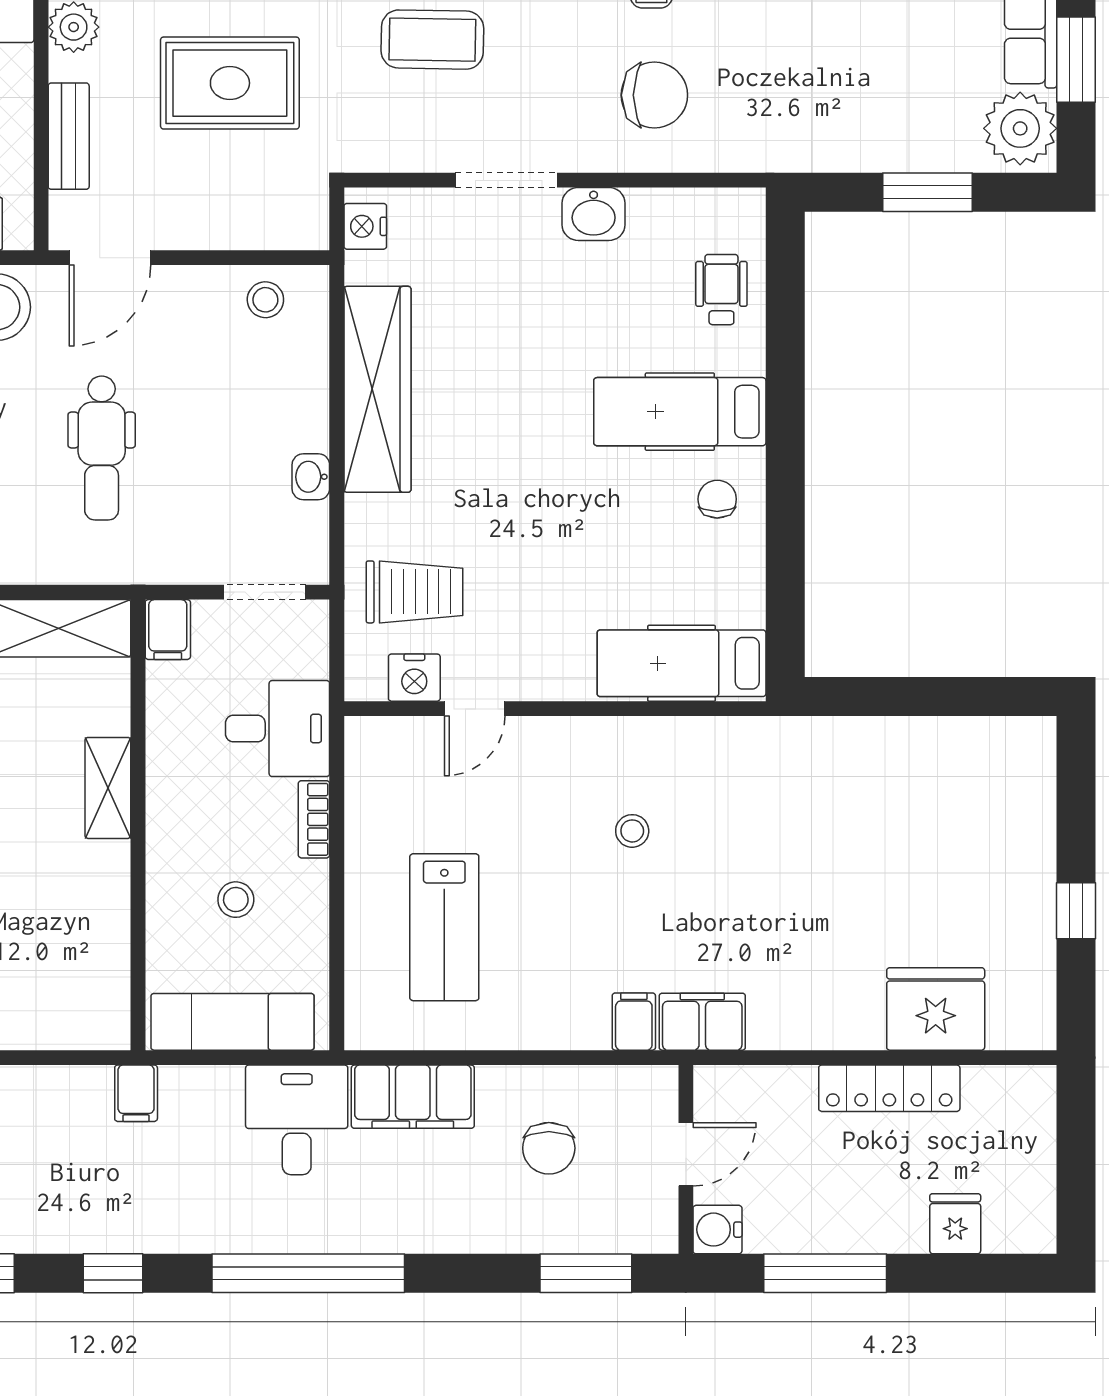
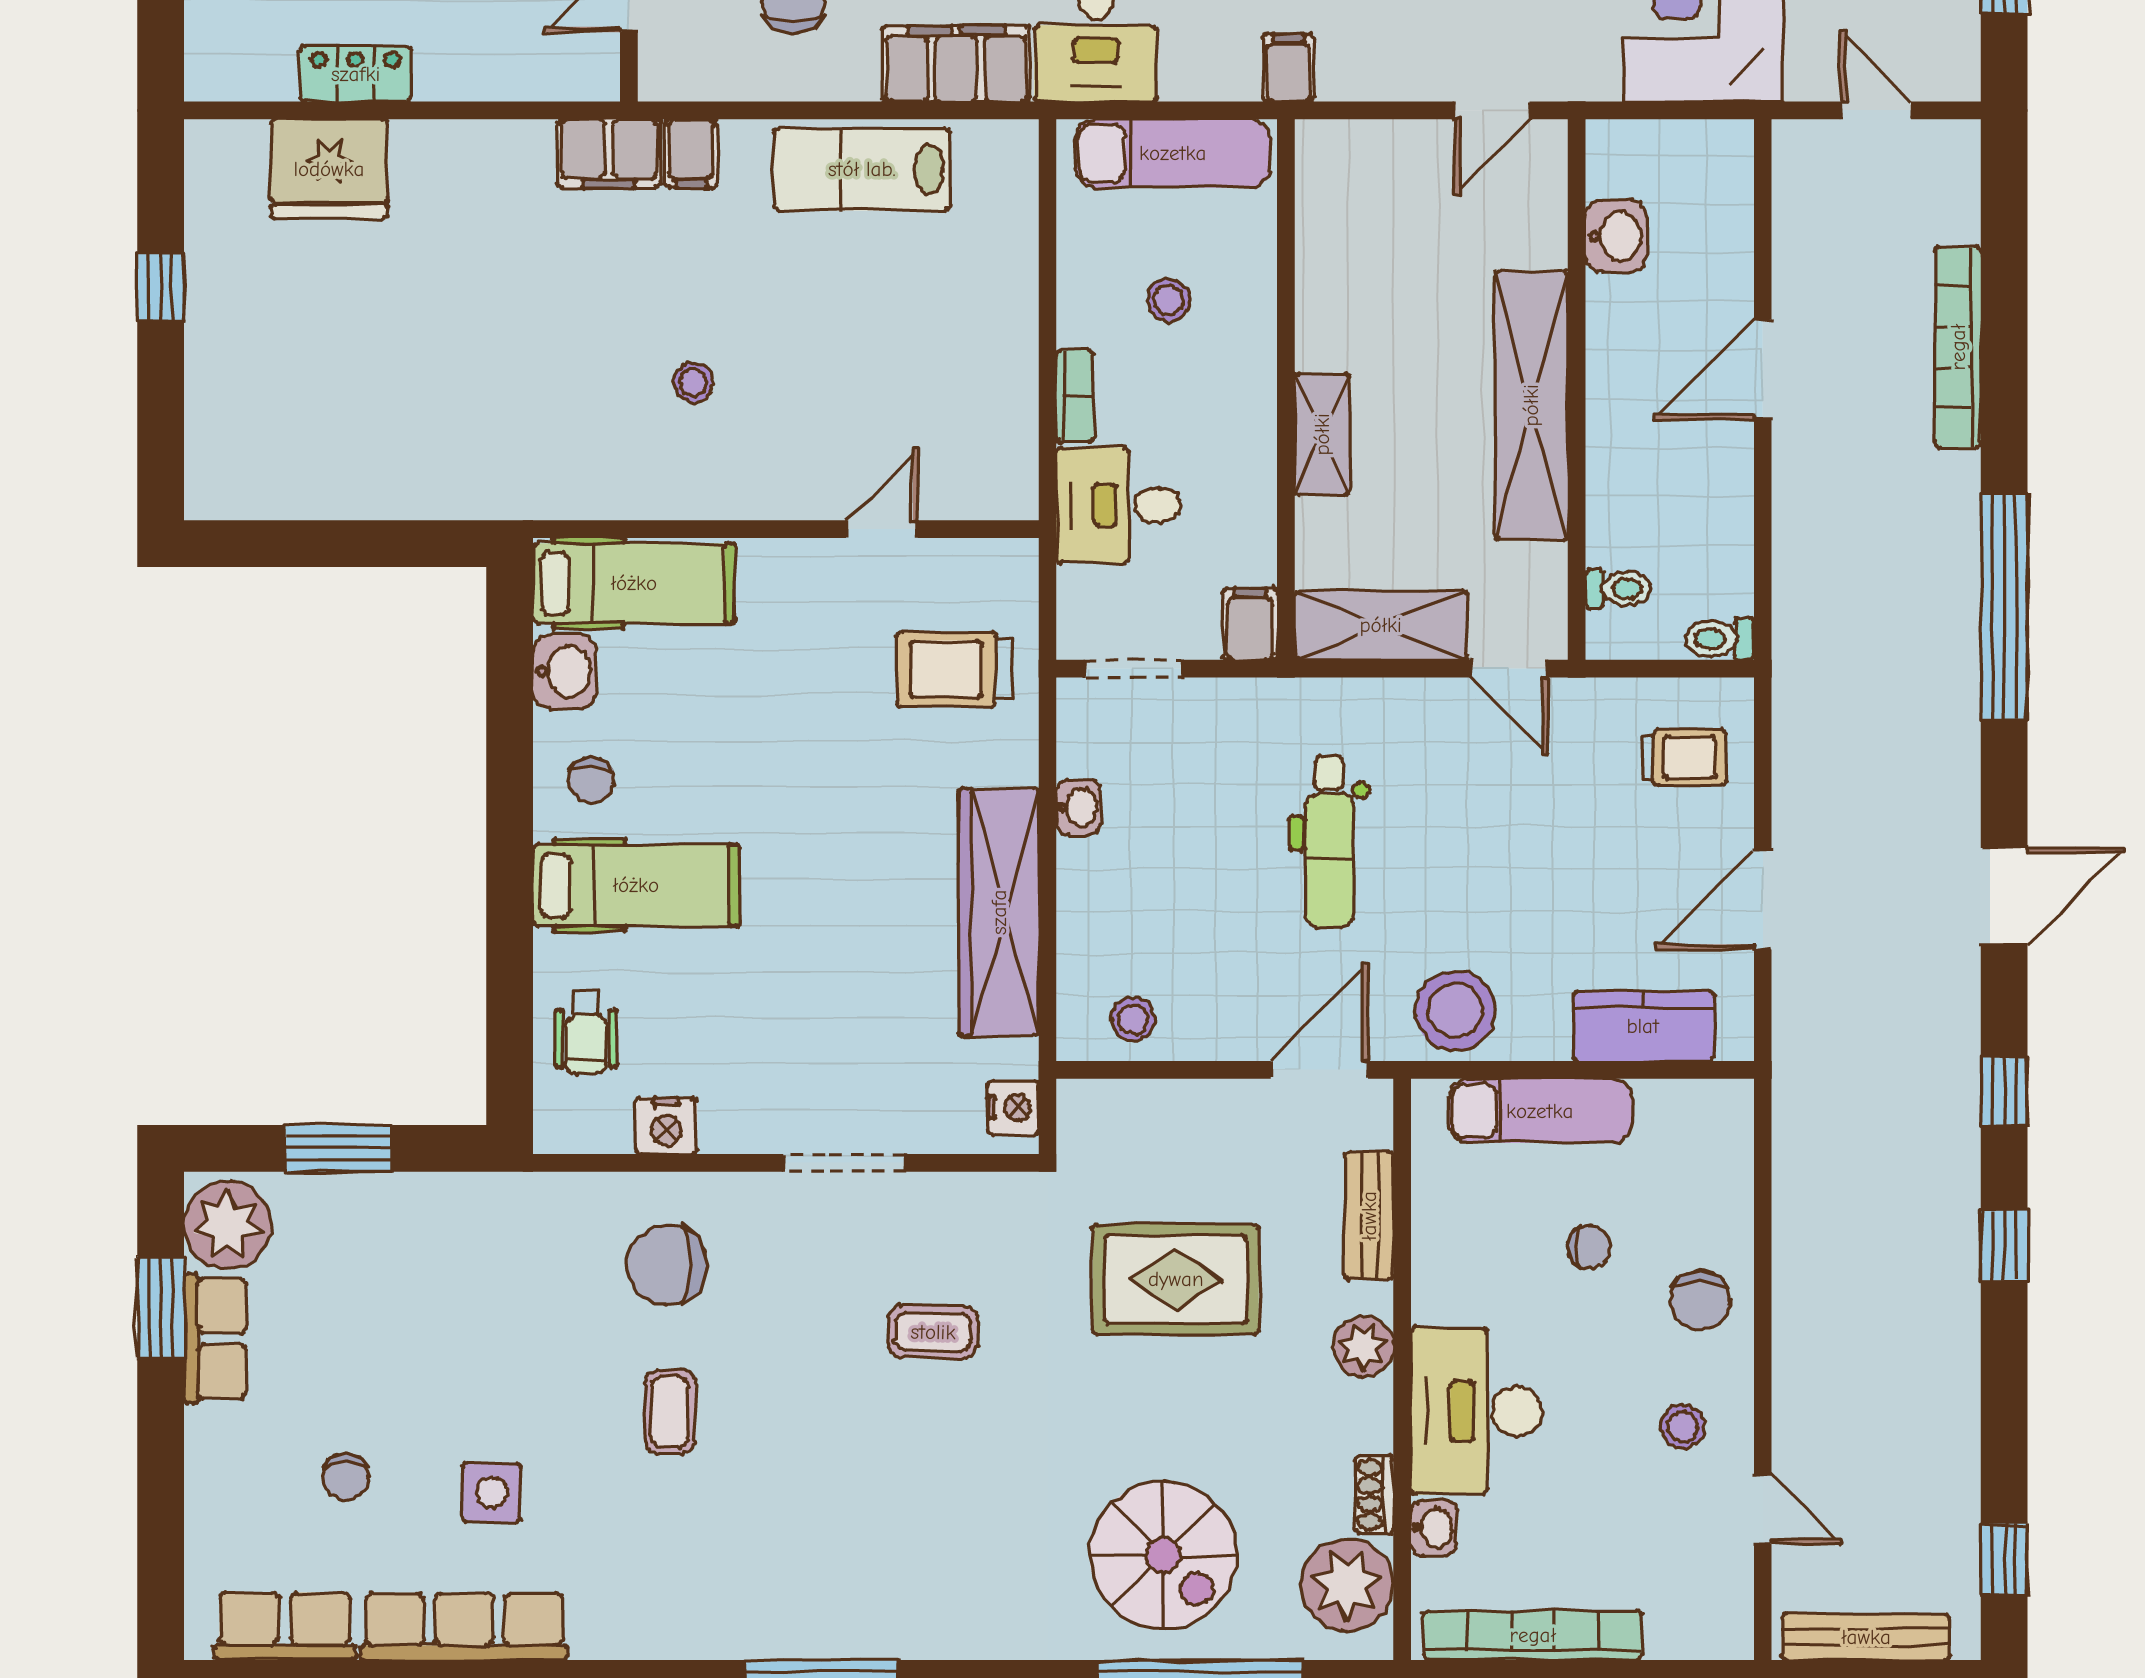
coffee table: (432, 40) -> (933, 1332), width x0.73, depth x0.77
washbasin: (594, 214) -> (565, 671), moved, turned 90
dental chair: (102, 448) -> (1330, 842), turned 180
nightstand: (414, 678) -> (666, 1126), moved, turned 180
lab bench: (444, 927) -> (862, 169), moved, turned -90
locker: (889, 1088) -> (356, 74), width x0.66

